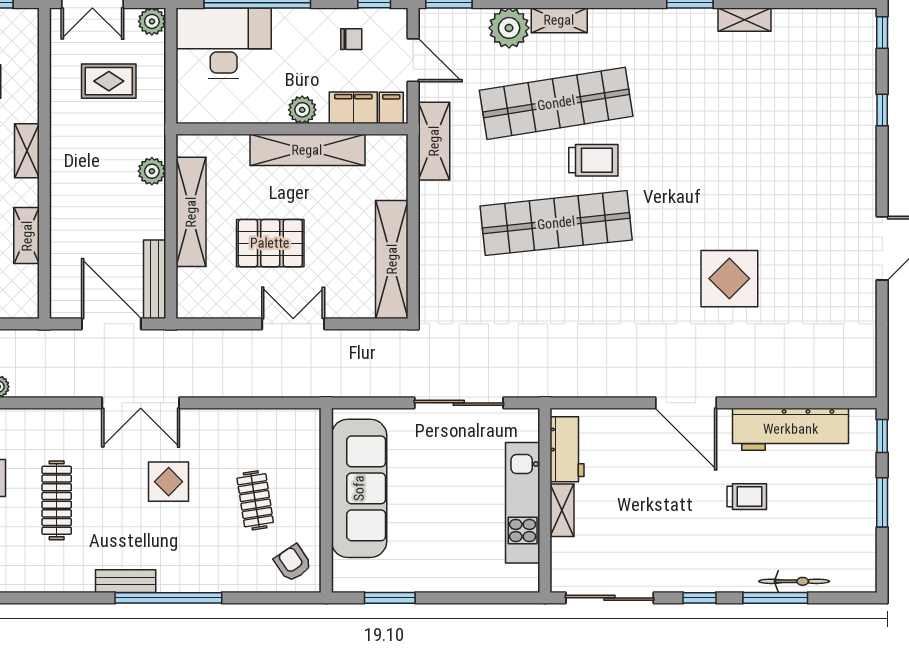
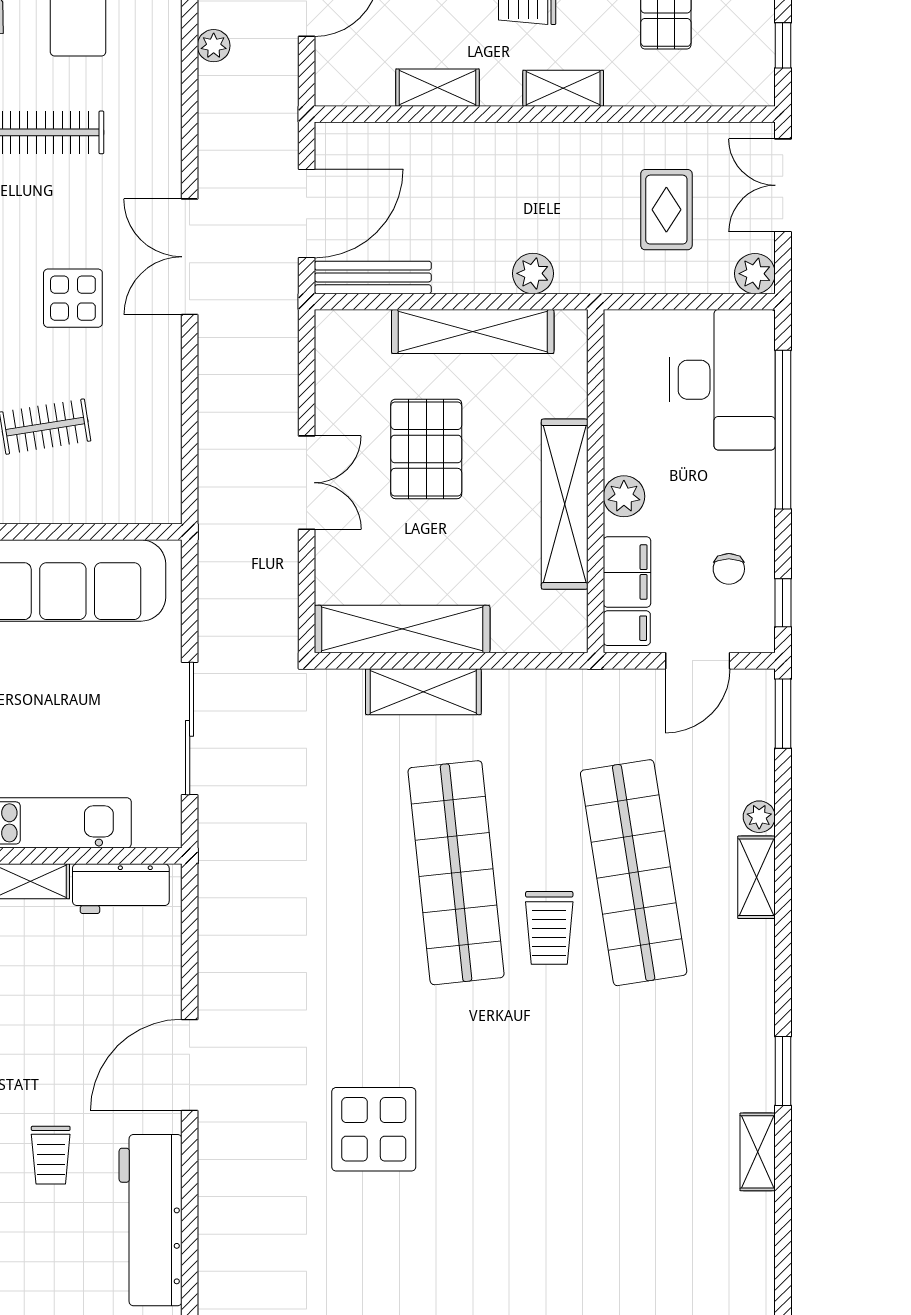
plant: (509, 28) -> (759, 817), width x0.53, depth x0.53
shelving: (434, 141) -> (423, 692), moved

